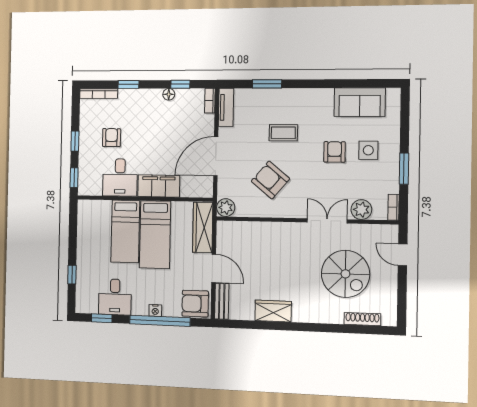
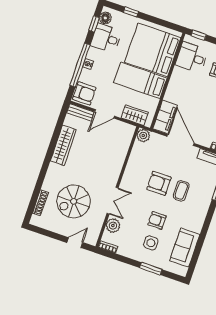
armchair: (335, 152) -> (157, 221), turned 180
window: (404, 169) -> (151, 269), moved
desk: (120, 177) -> (192, 57), moved
armchair: (270, 180) -> (159, 183), moved, turned -130
filing cabinet: (159, 186) -> (165, 117), moved
wardrobe: (203, 227) -> (135, 115), width x0.67
bed: (125, 231) -> (153, 50), width x2.04
armchair: (195, 304) -> (84, 93), turned 90
floor lamp: (90, 306) -> (105, 18), added
wardrobe: (273, 311) -> (63, 145), width x1.50

